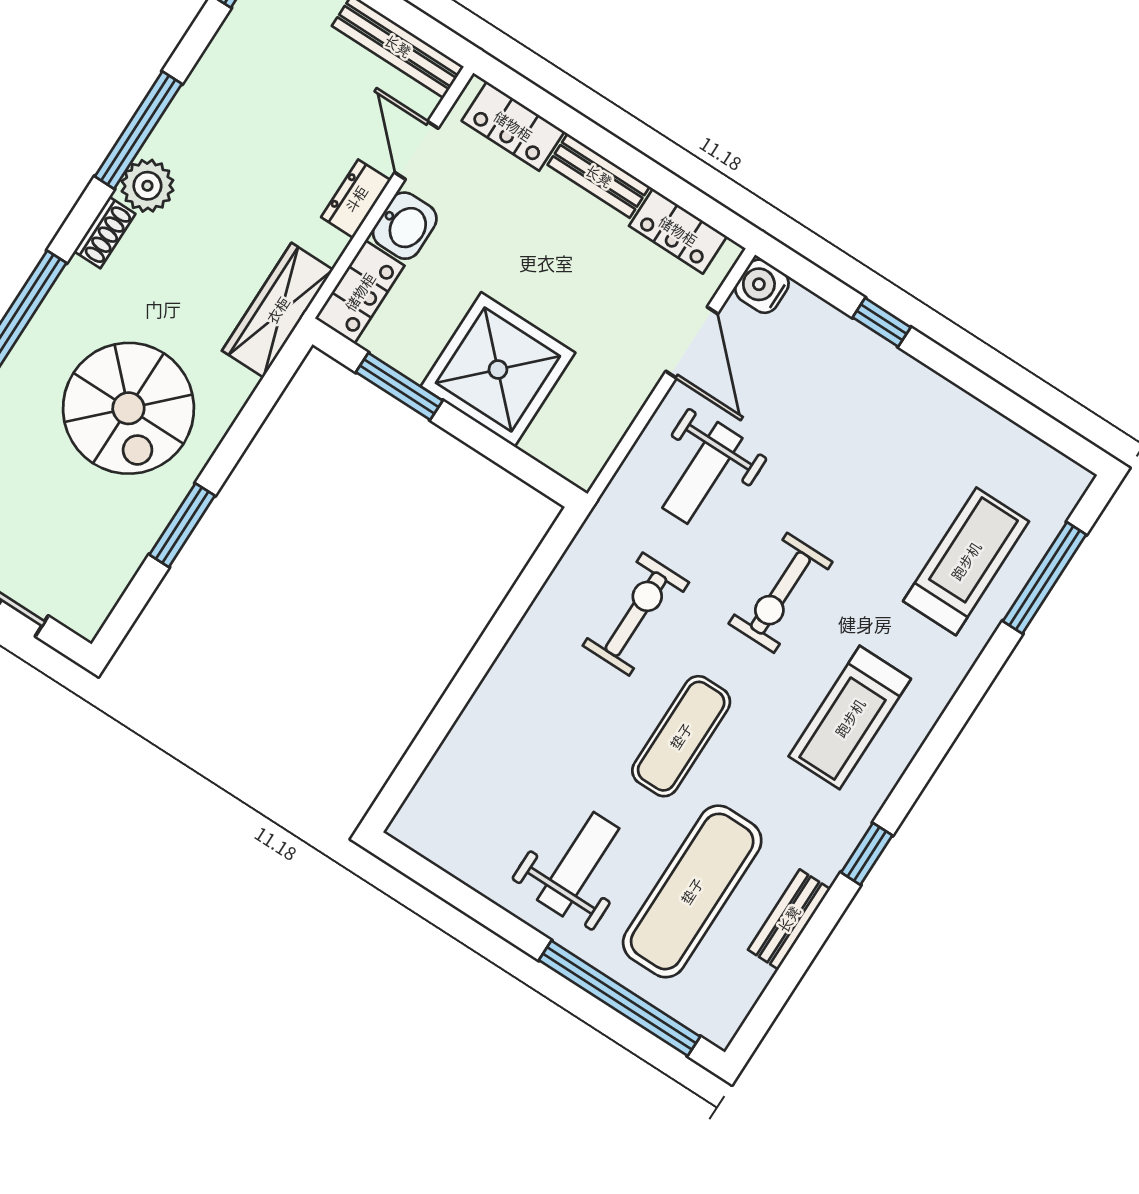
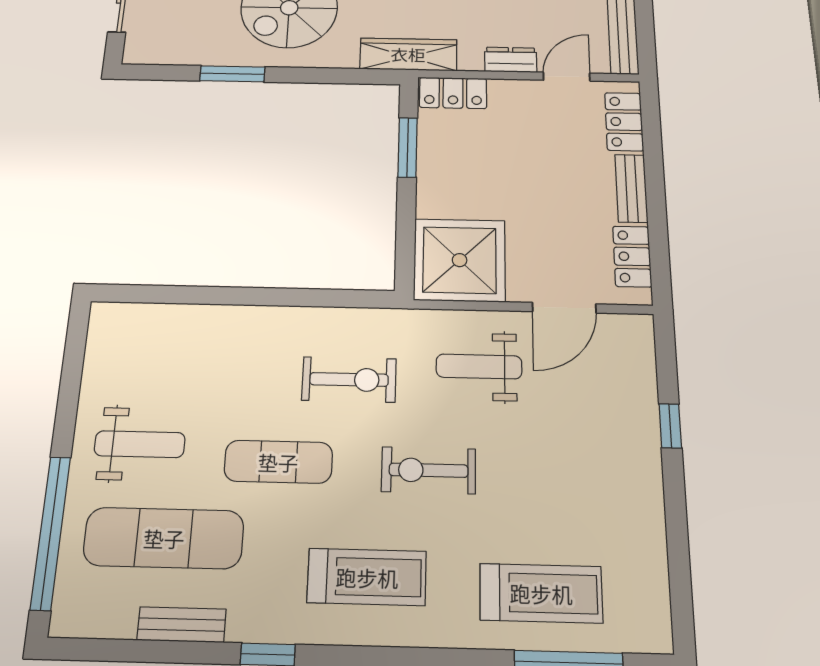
washbasin: (405, 226) -> (514, 95), removed
water cooler: (762, 286) -> (636, 331), removed
shower: (498, 370) -> (460, 260), moved
treadmill: (850, 718) -> (367, 577), turned 180

